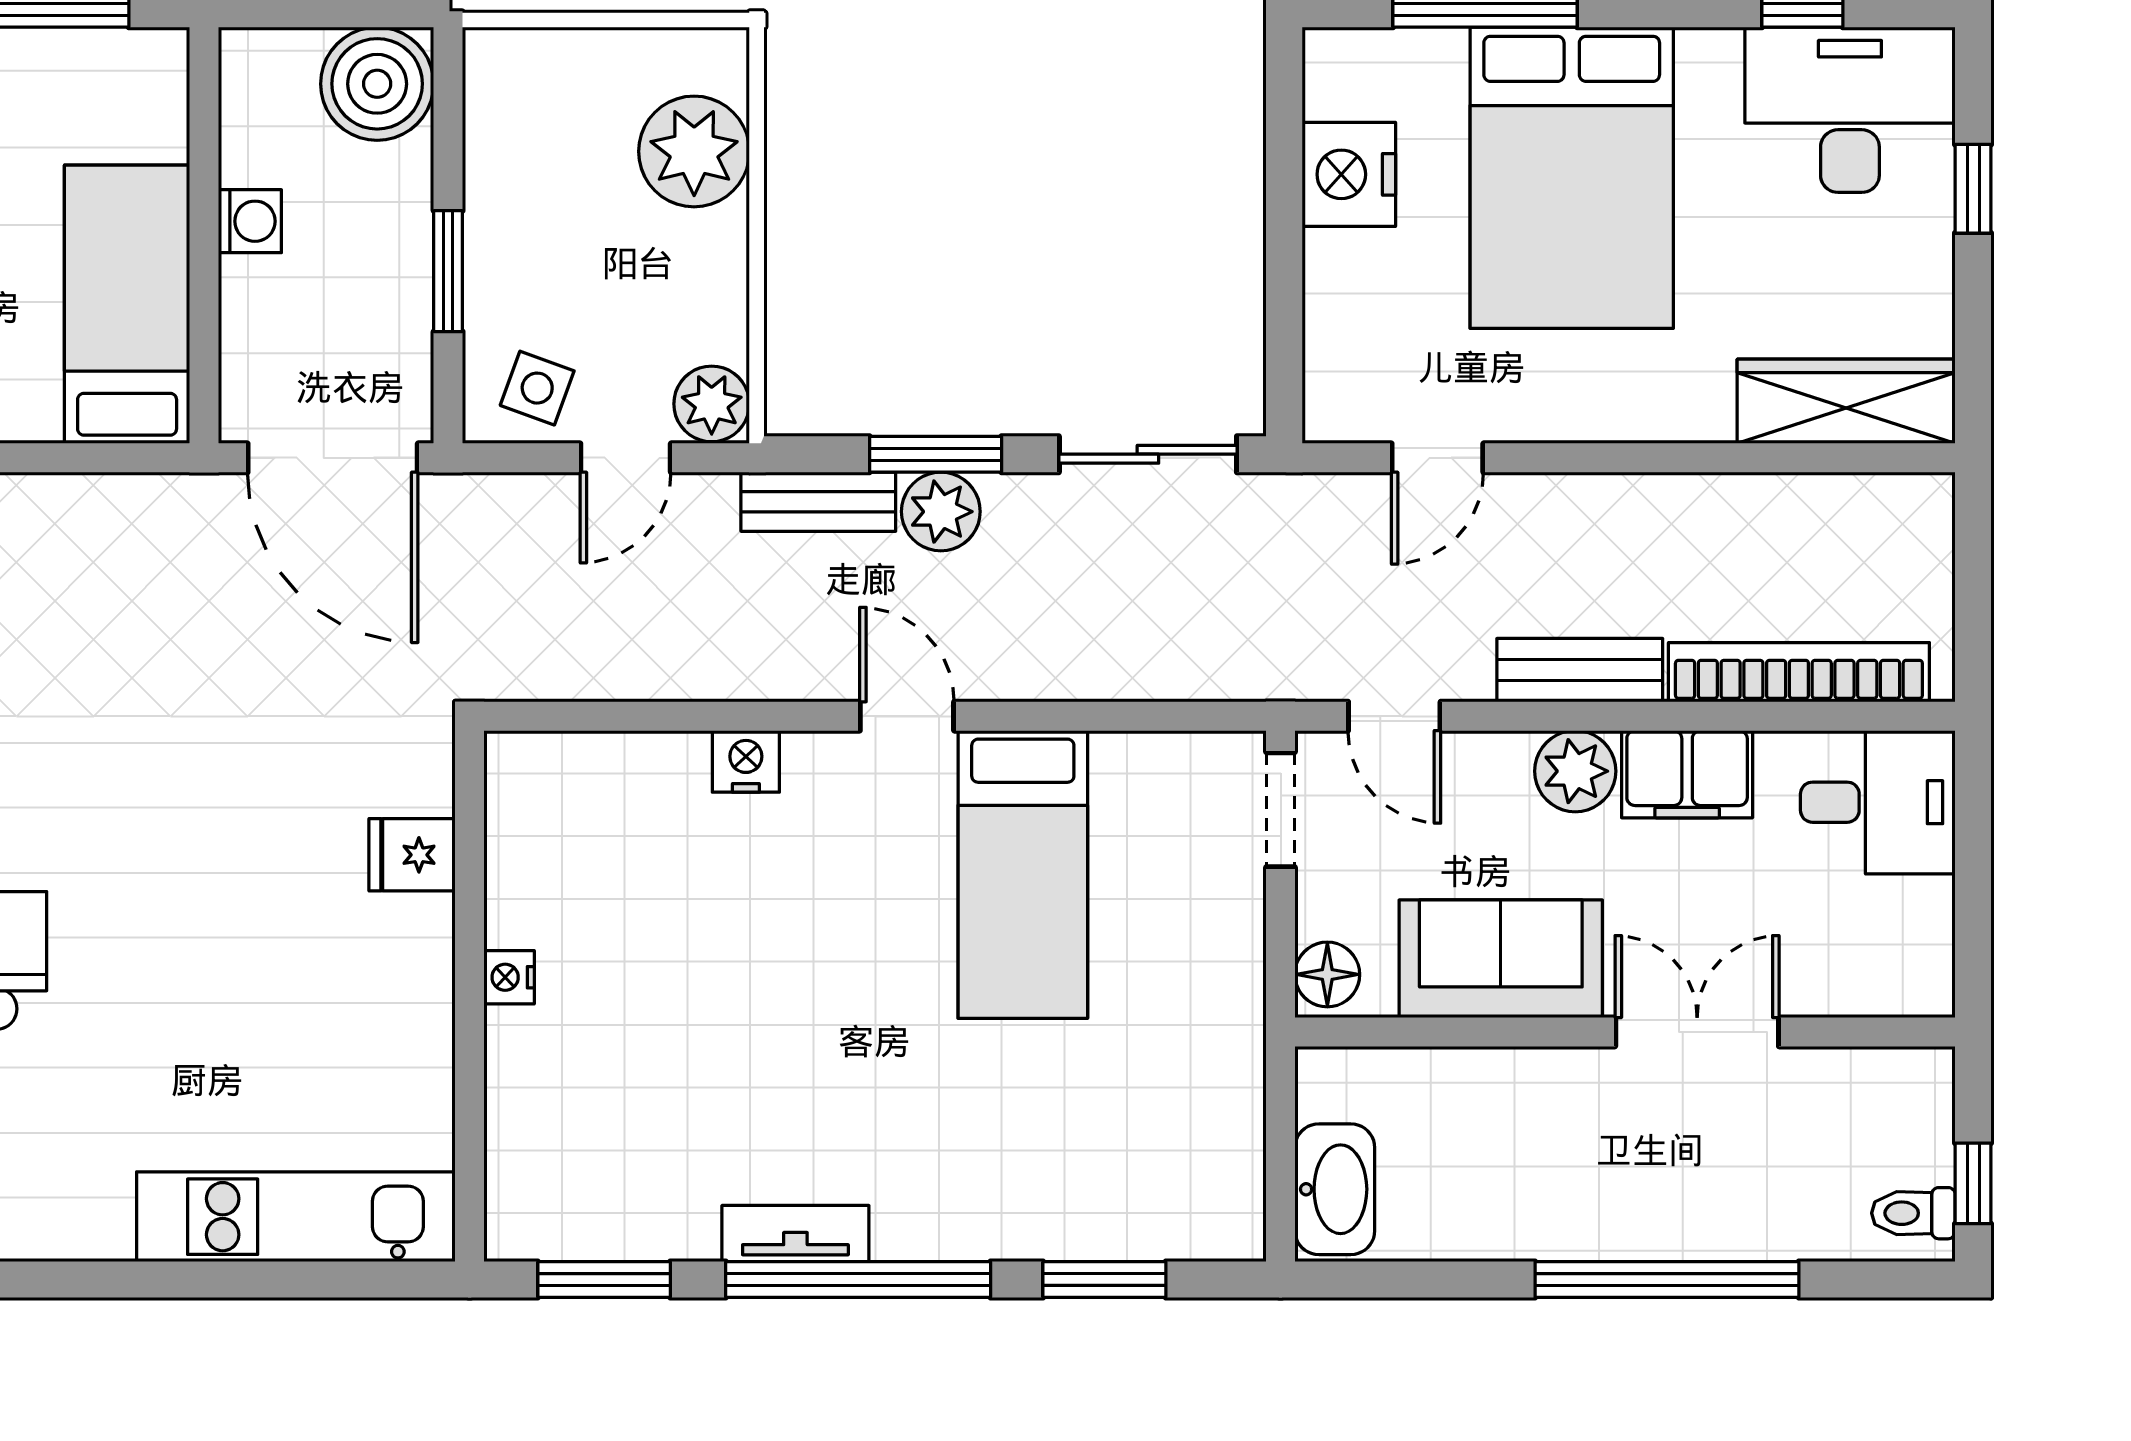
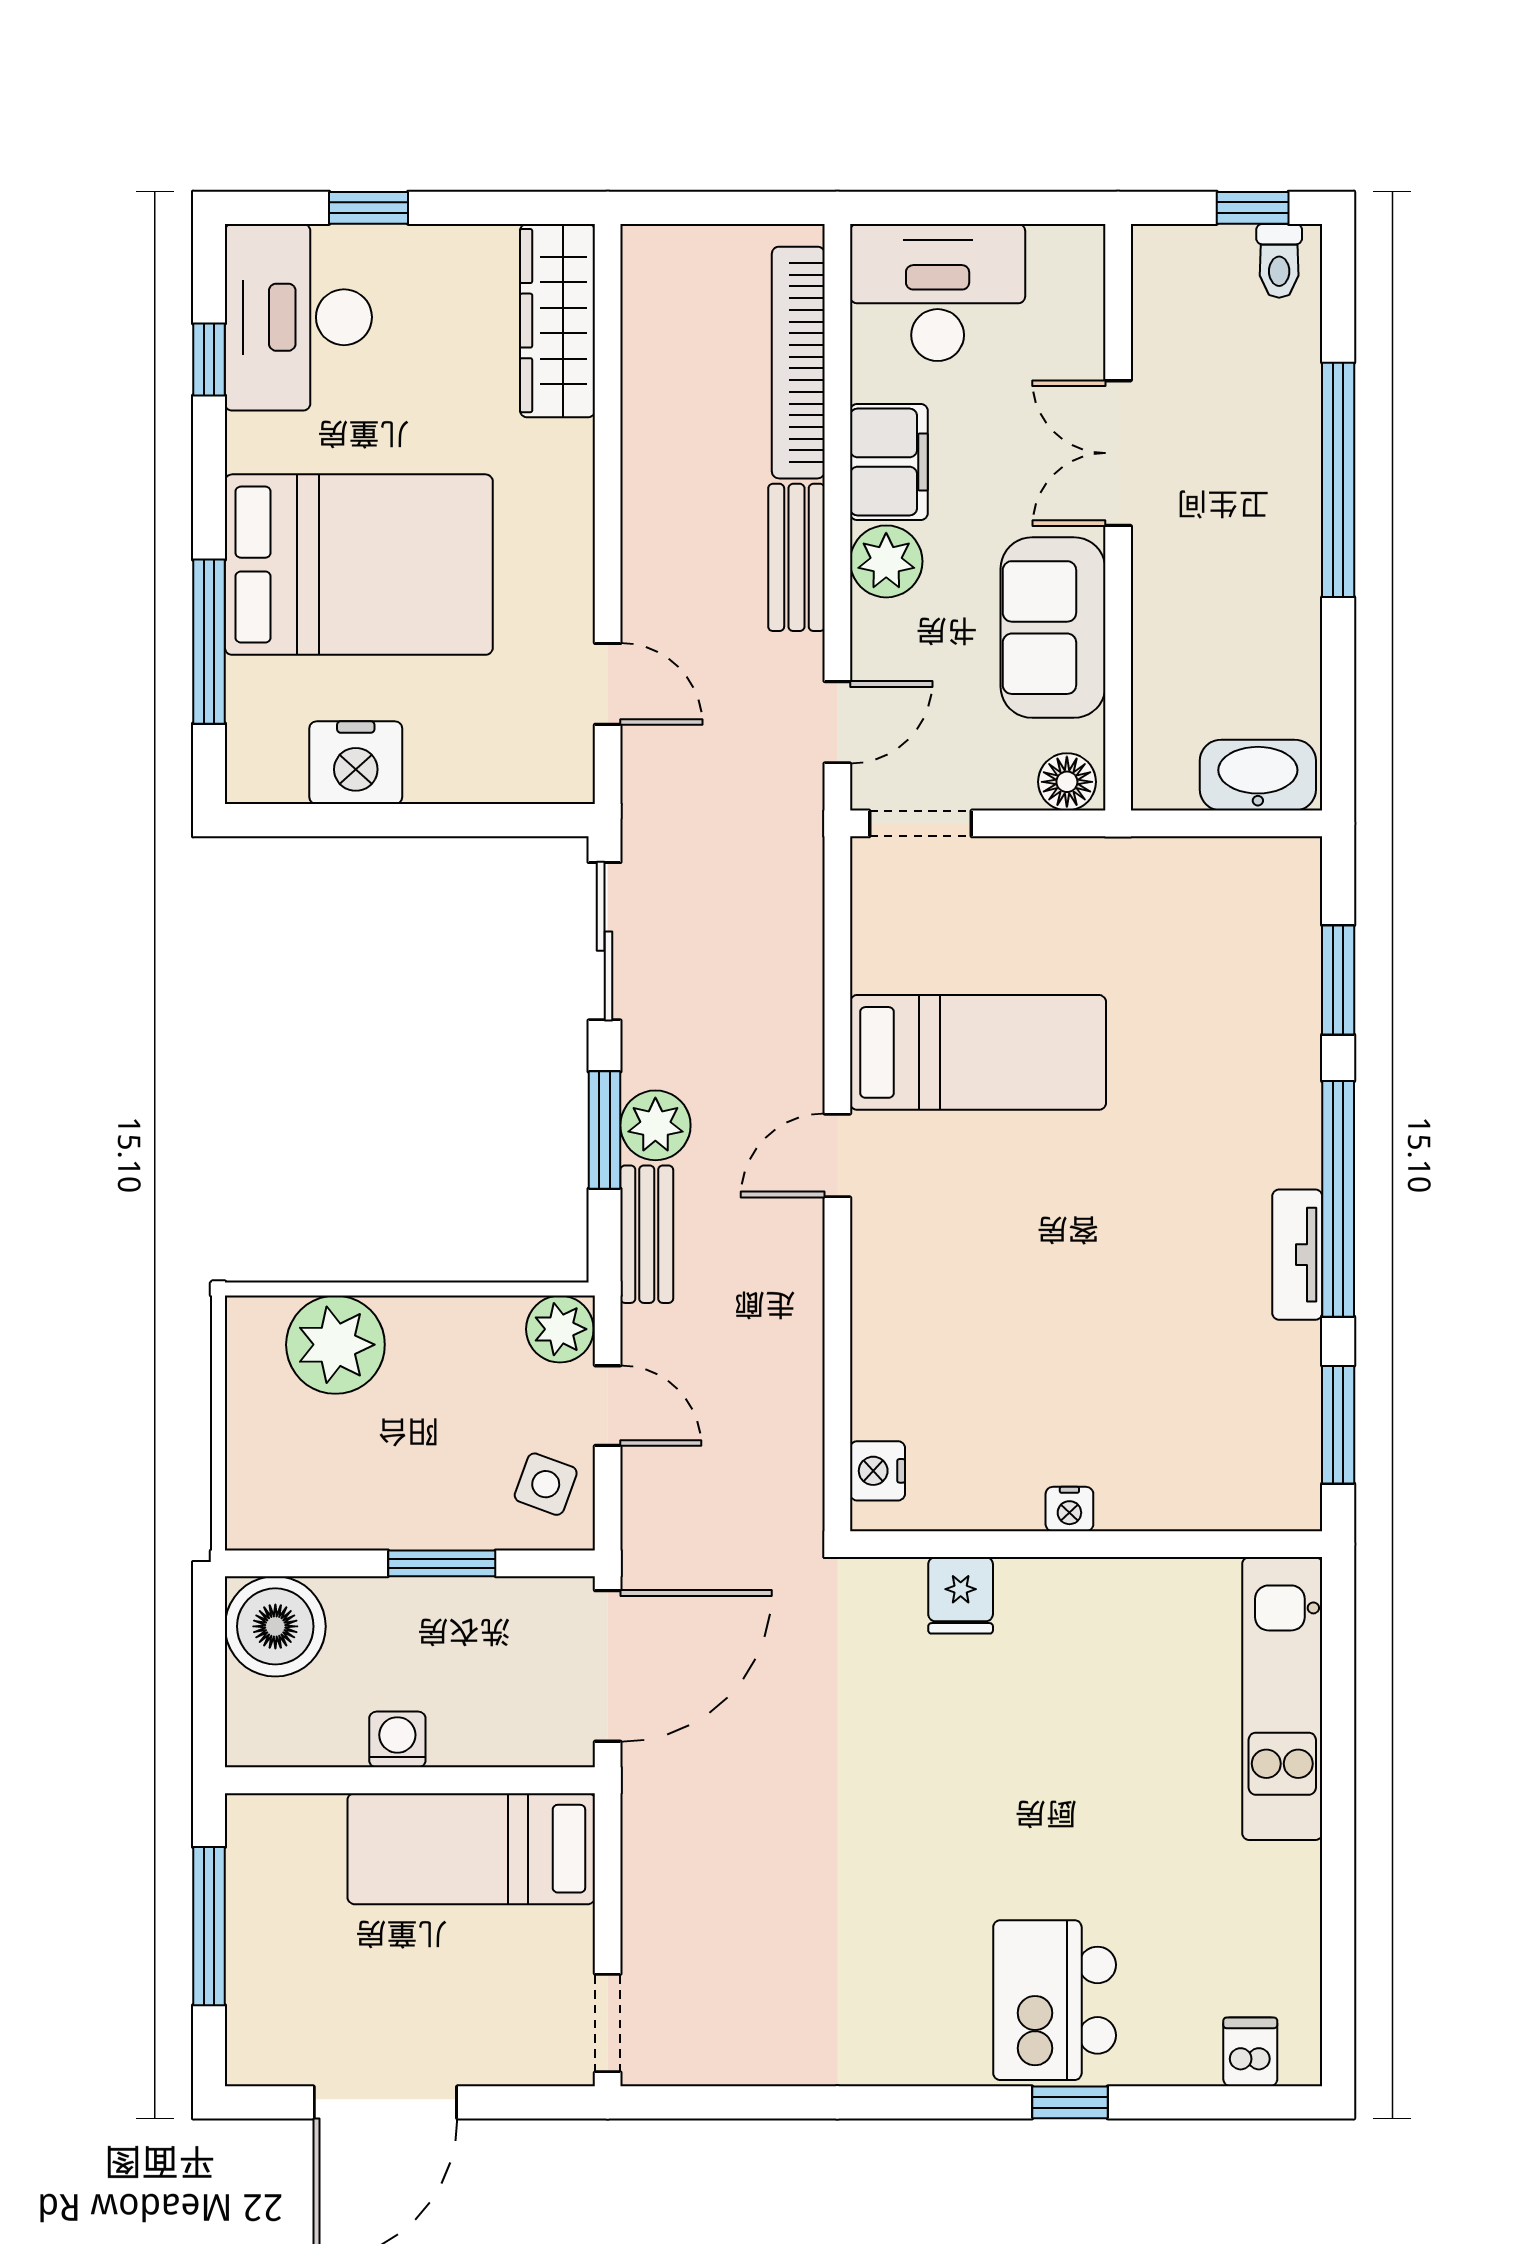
nightstand: (746, 761) -> (878, 1471), moved
desk: (1878, 802) -> (938, 292), width x1.37

